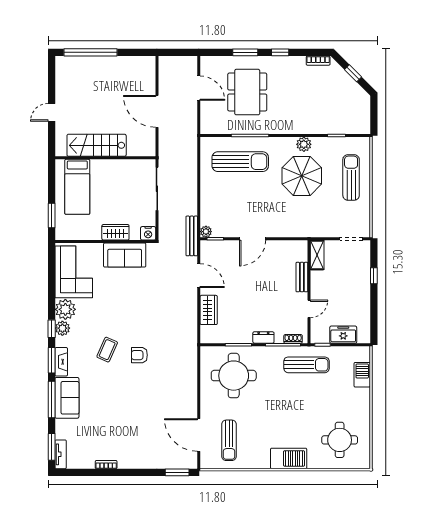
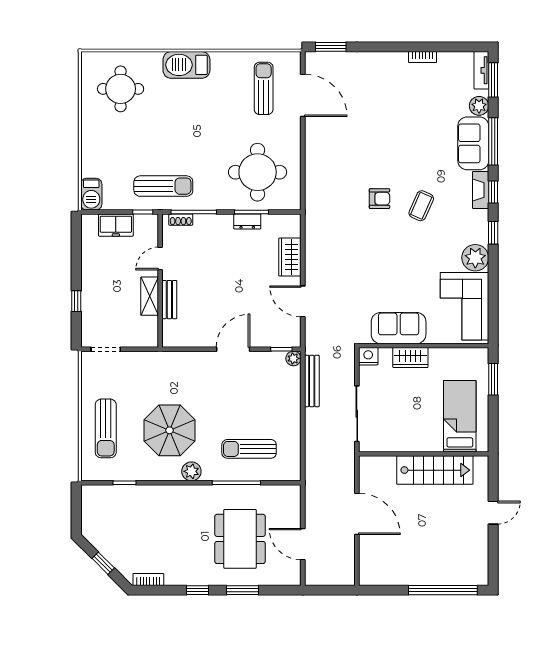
plant: (304, 144) -> (191, 471), moved
sun lounger: (240, 162) -> (249, 449), width x0.73, depth x0.75
bench: (192, 236) -> (312, 381), moved
shelving: (317, 255) -> (150, 296), moved
plant: (62, 328) -> (479, 106), moved
dresser: (263, 337) -> (247, 221), moved
window: (52, 360) -> (493, 192), width x0.67
sun lounger: (306, 365) -> (163, 186), turned 180
barbecue: (362, 375) -> (91, 194), moved

